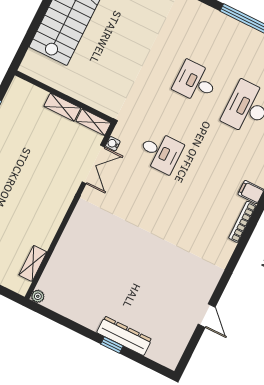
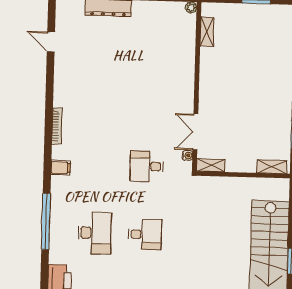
shelving: (62, 107) -> (272, 167), moved
bookcase: (242, 222) -> (57, 126), moved
door: (207, 316) -> (51, 42), moved

